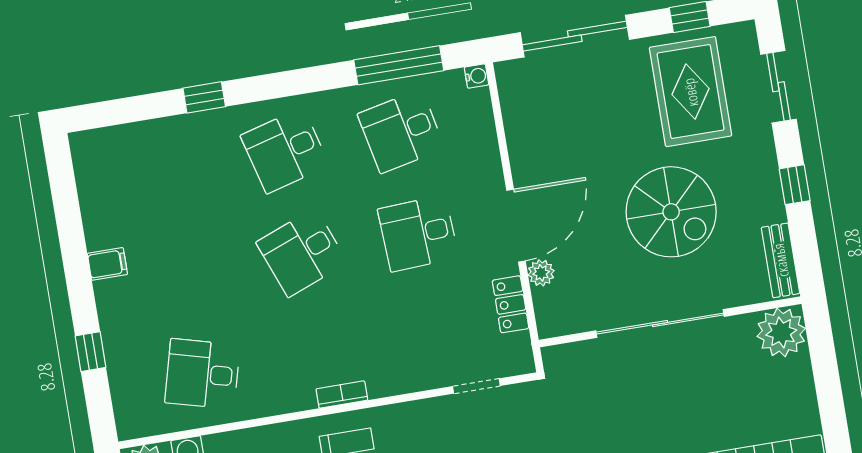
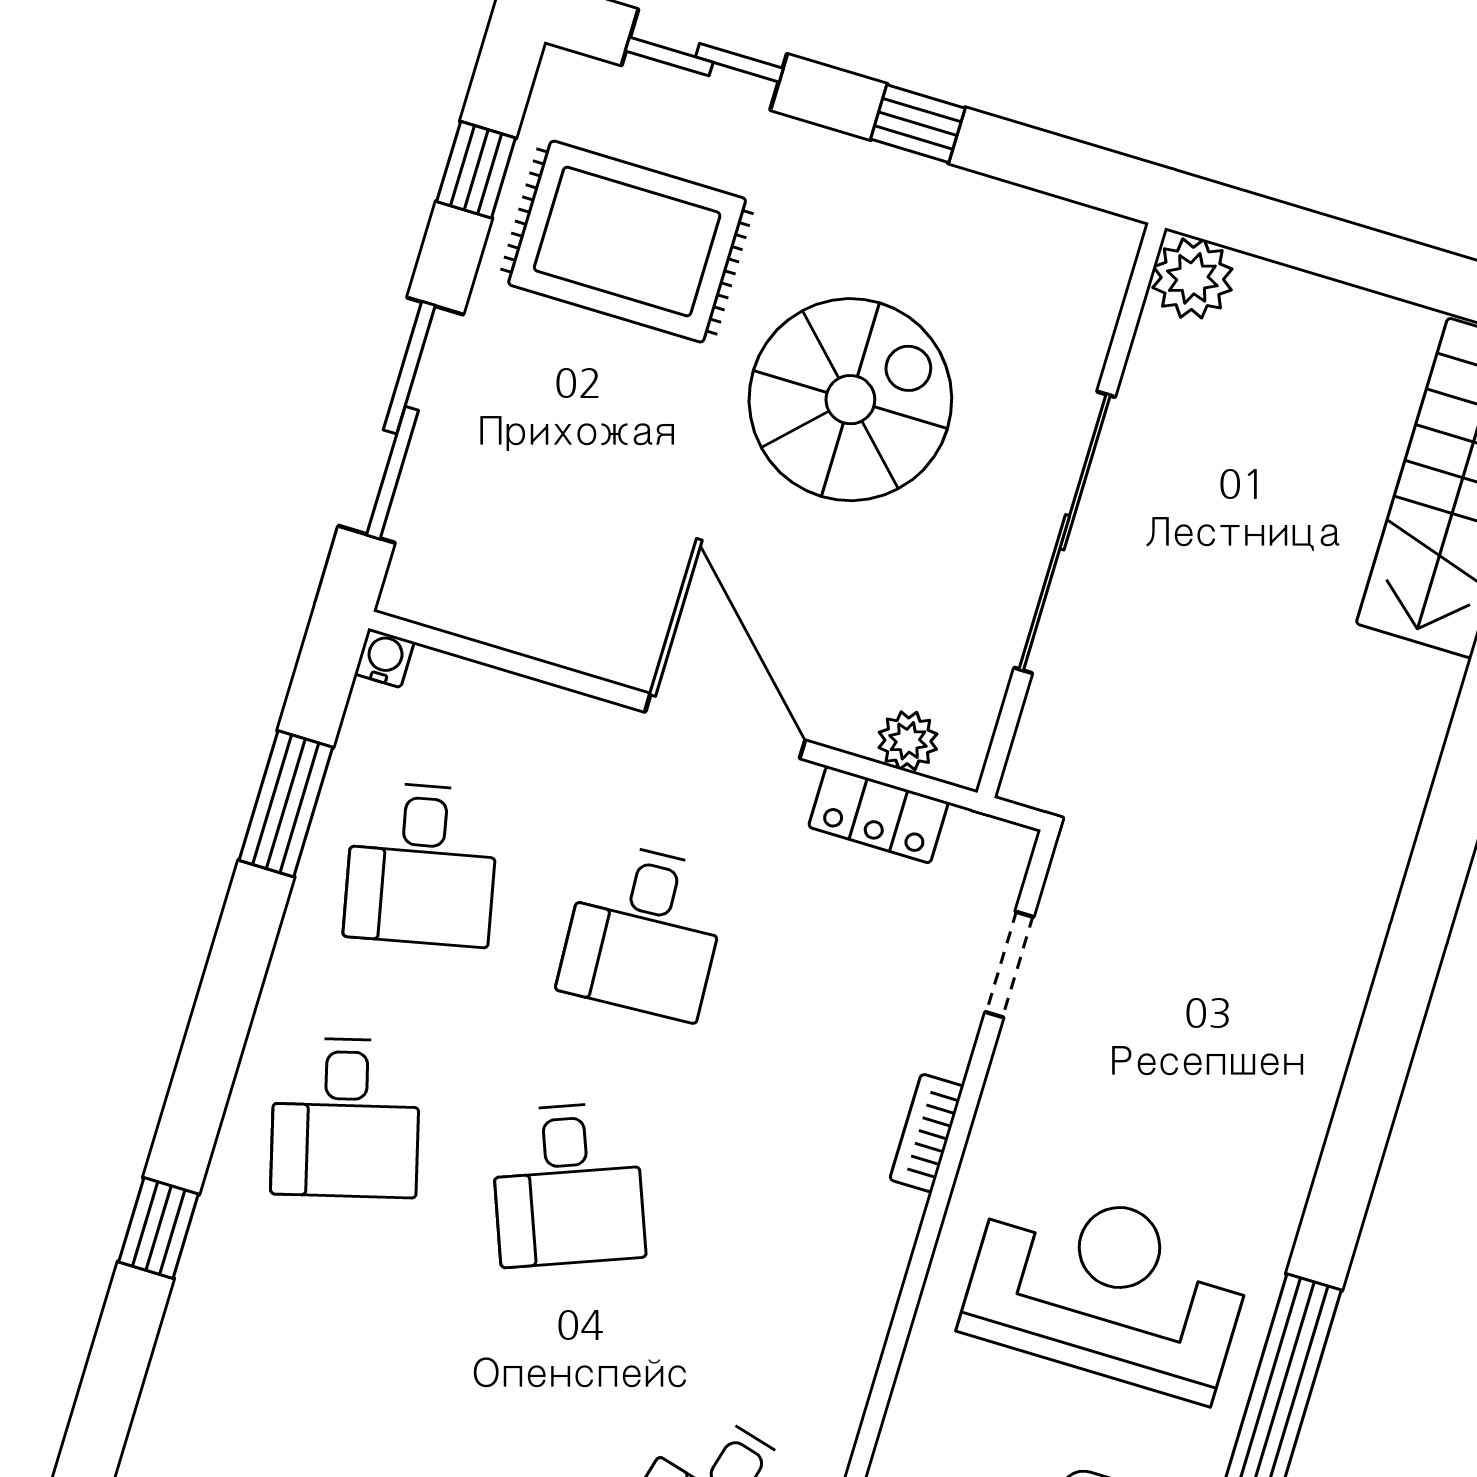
window: (399, 65) -> (286, 804), width x0.69
bench: (781, 260) -> (1056, 227), removed
plant: (541, 273) -> (908, 741), moved
plant: (781, 332) -> (1192, 278), width x0.73, depth x0.73
bookcase: (342, 394) -> (927, 1133), moved

